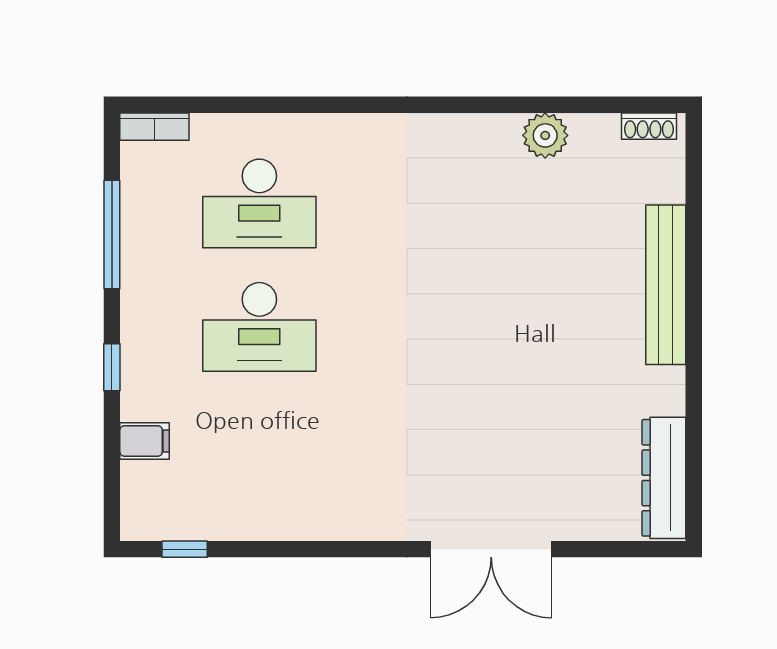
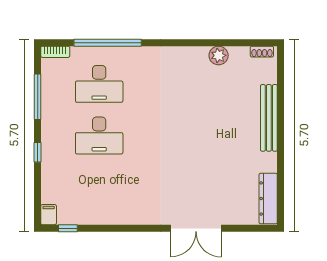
window: (280, 105) -> (108, 43), added
filing cabinet: (145, 441) -> (49, 215), moved, turned -90

